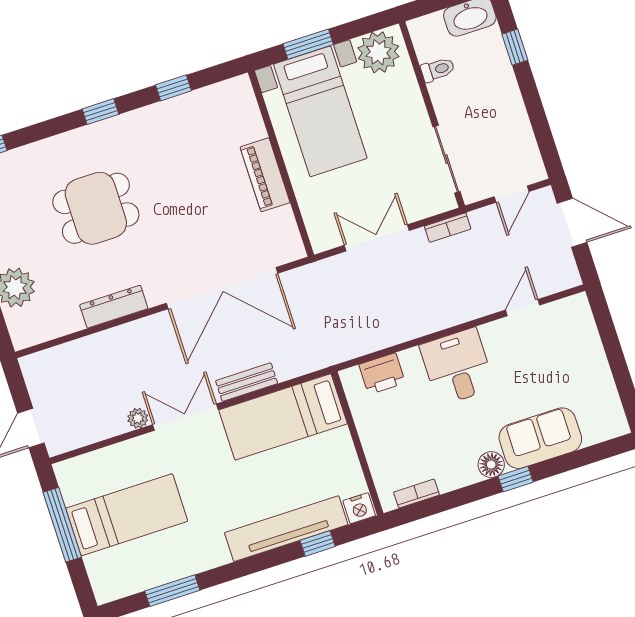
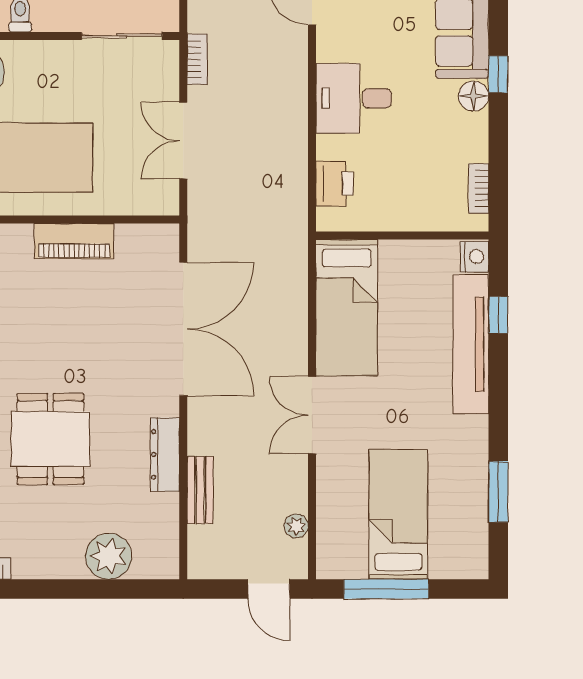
bench: (247, 382) -> (200, 490), moved
plant: (138, 418) -> (296, 526), moved

